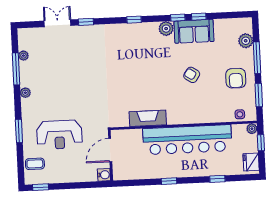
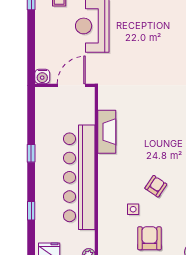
armchair: (236, 78) -> (149, 238), turned 90
side table: (240, 114) -> (133, 209), moved
door: (110, 150) -> (71, 85), hinge flipped

